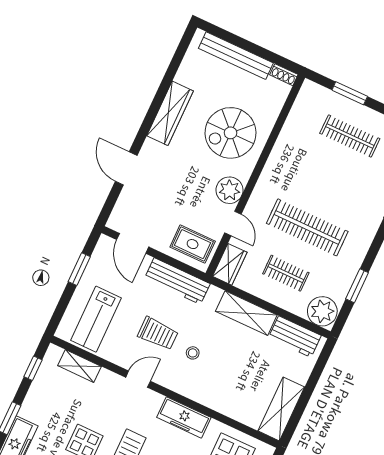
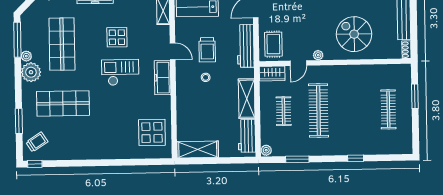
plant: (229, 190) -> (318, 55), width x0.53, depth x0.53
plant: (322, 311) -> (266, 150), width x0.53, depth x0.53
freezer: (184, 417) -> (163, 78), moved

